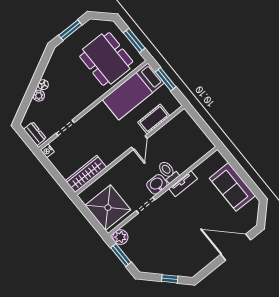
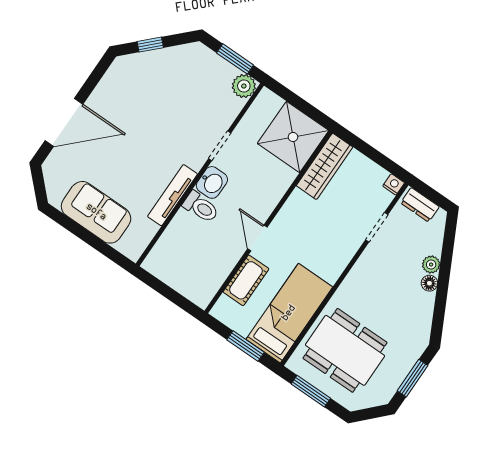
tv unit: (183, 184) -> (172, 195), width x1.41
shower: (108, 208) -> (293, 137), moved

